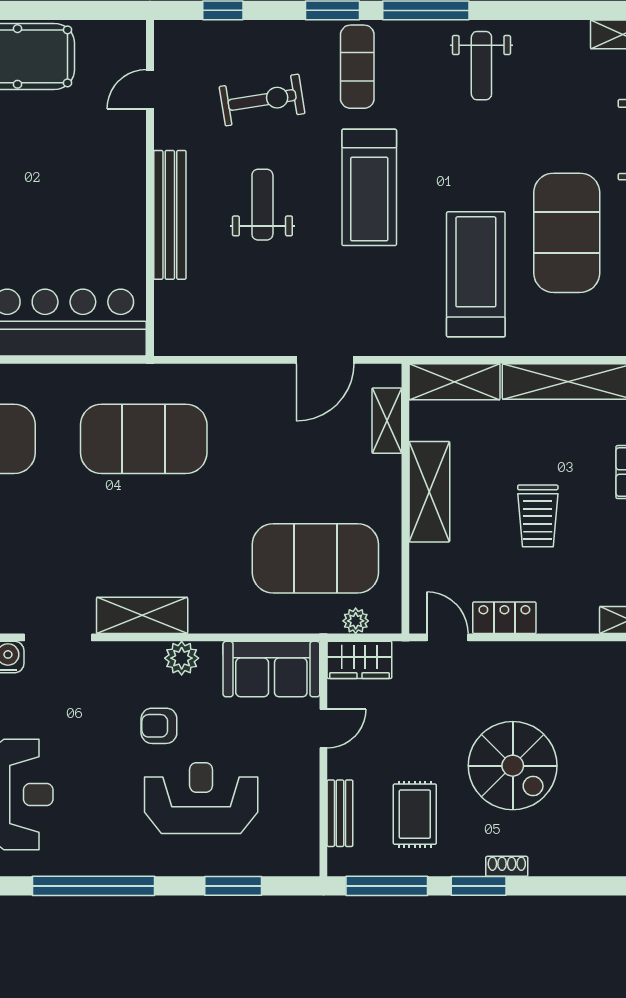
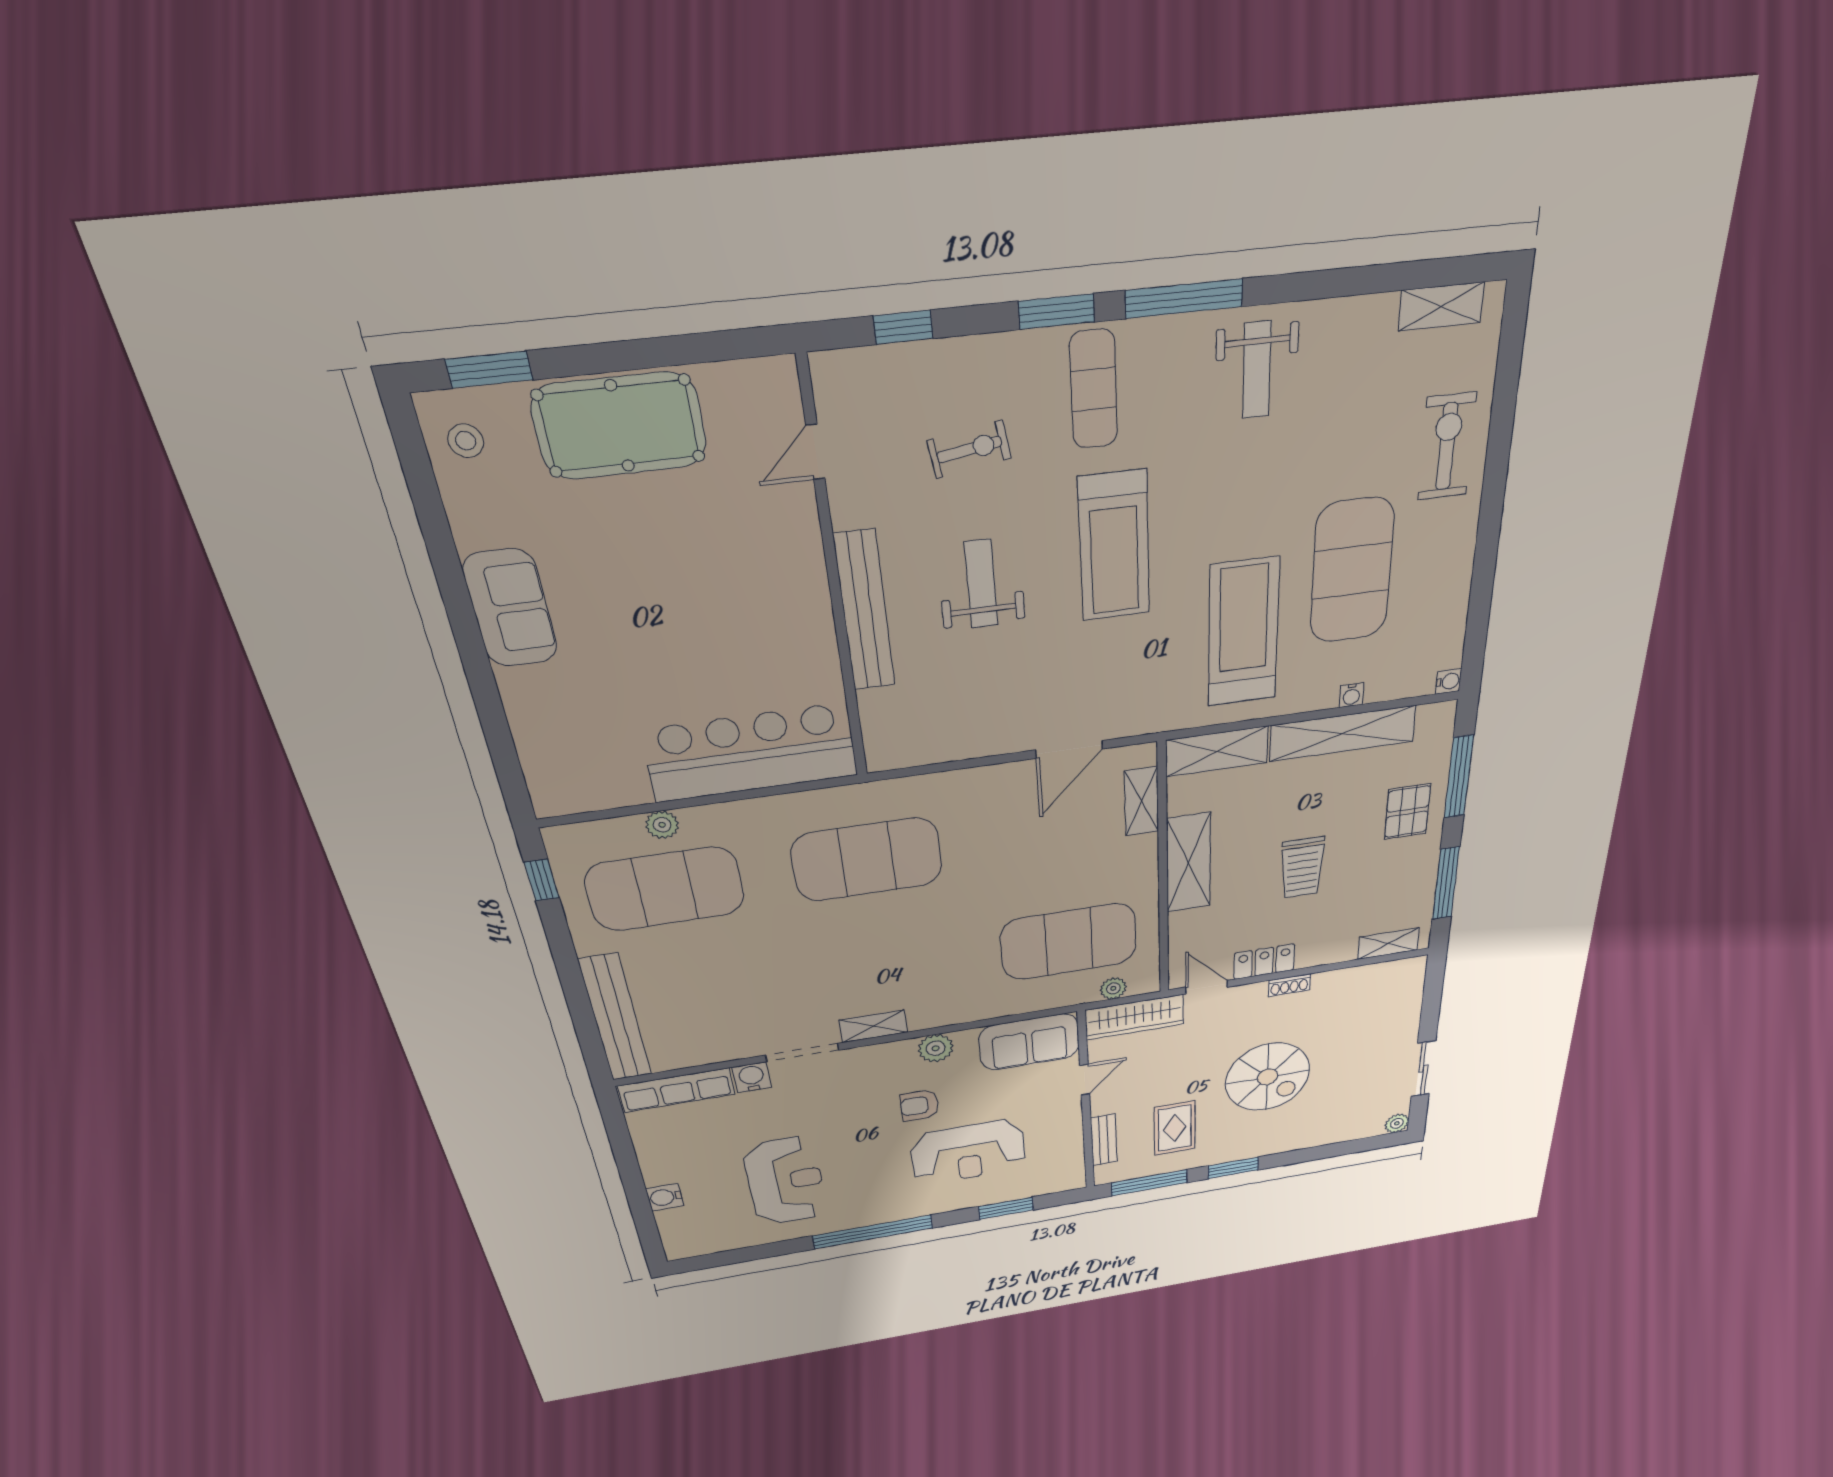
exercise bike: (262, 100) -> (969, 449), width x0.73, depth x0.72
water cooler: (574, 346) -> (1352, 695), added
shelving: (142, 615) -> (873, 1026), width x0.67, depth x0.75
wardrobe: (359, 660) -> (1135, 1017), width x1.50
reception desk: (201, 798) -> (968, 1152), turned 180
shoe rack: (507, 866) -> (1289, 985), moved, turned 180

